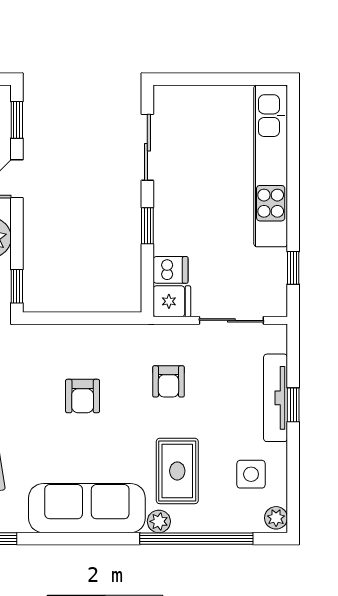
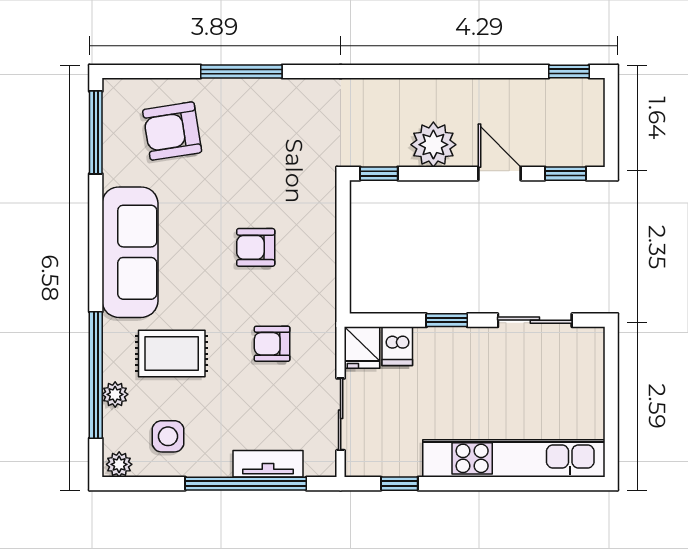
tv unit: (276, 398) -> (268, 464), width x0.71
window: (293, 405) -> (246, 484), width x3.17
plant: (159, 521) -> (115, 394), moved

